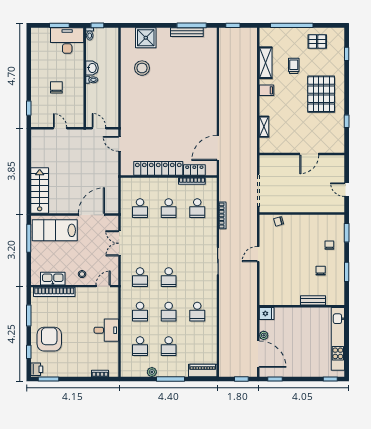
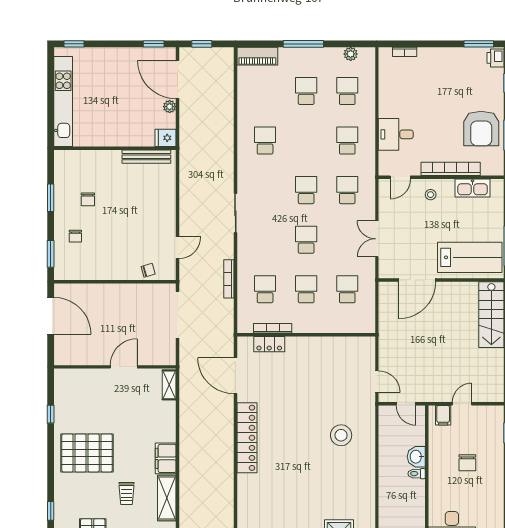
washbasin: (92, 68) -> (416, 457), moved
stool: (142, 68) -> (341, 435), moved
filing cabinet: (266, 90) -> (166, 458), width x2.00
pallet: (321, 94) -> (87, 453), turned 90
filing cabinet: (73, 120) -> (443, 415), added
shelving: (264, 127) -> (169, 385), moved
door: (60, 128) -> (462, 404), swing flipped
door: (218, 148) -> (235, 376), swing flipped
door: (309, 154) -> (124, 367), moved
locker: (158, 168) -> (247, 438), moved, turned -90
door: (347, 190) -> (51, 316), width x1.88
double door: (119, 243) -> (377, 239), swing flipped
door: (258, 254) -> (178, 248), moved
bookcase: (54, 292) -> (451, 169), moved
bench: (313, 300) -> (146, 157), moved, width x1.36
school desk: (169, 312) -> (306, 240), moved
desk: (106, 330) -> (396, 134), moved
armchair: (49, 339) -> (481, 128), moved
plant: (152, 372) -> (351, 54), moved

